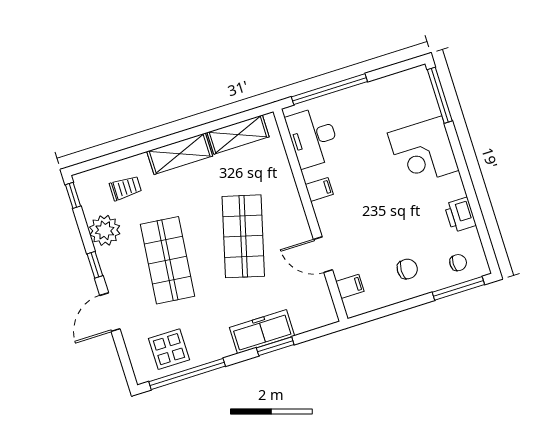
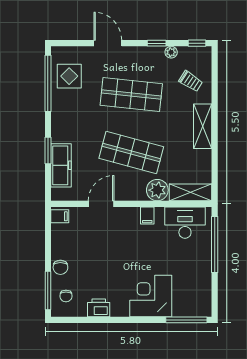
shelving: (238, 135) -> (190, 192), moved, turned 90
plant: (282, 187) -> (157, 190), added
trolley: (125, 188) -> (191, 81), turned -57
plant: (105, 230) -> (171, 52), width x0.53, depth x0.53
window: (95, 265) -> (157, 43), moved
chair: (407, 269) -> (60, 267), moved
filing cabinet: (350, 286) -> (60, 216), moved, turned -90
freezer: (262, 332) -> (61, 165), moved

